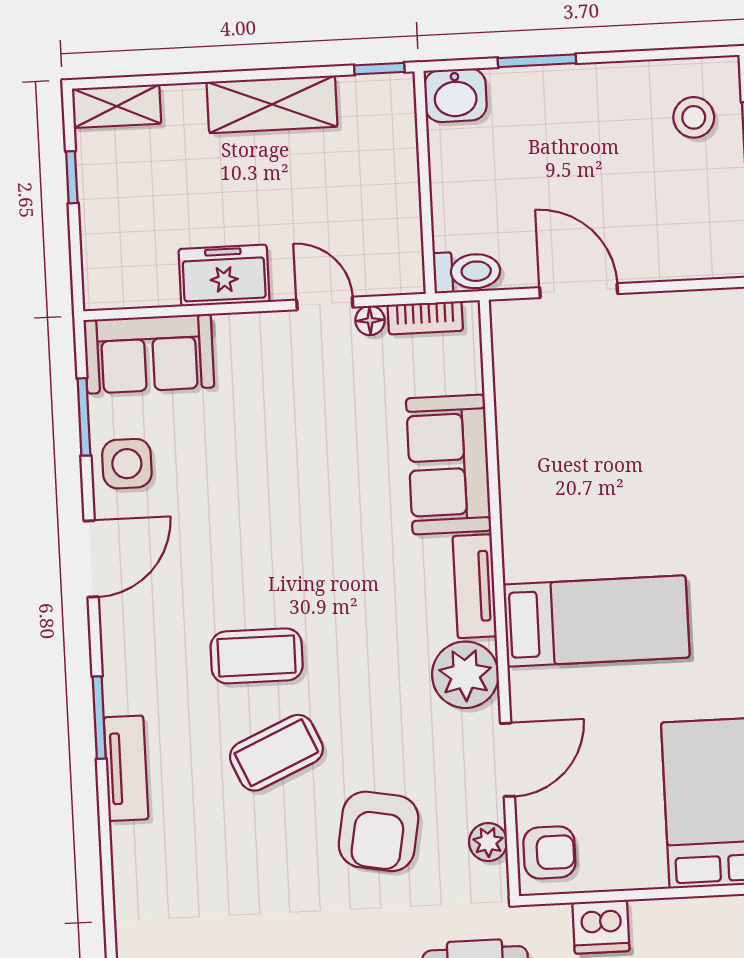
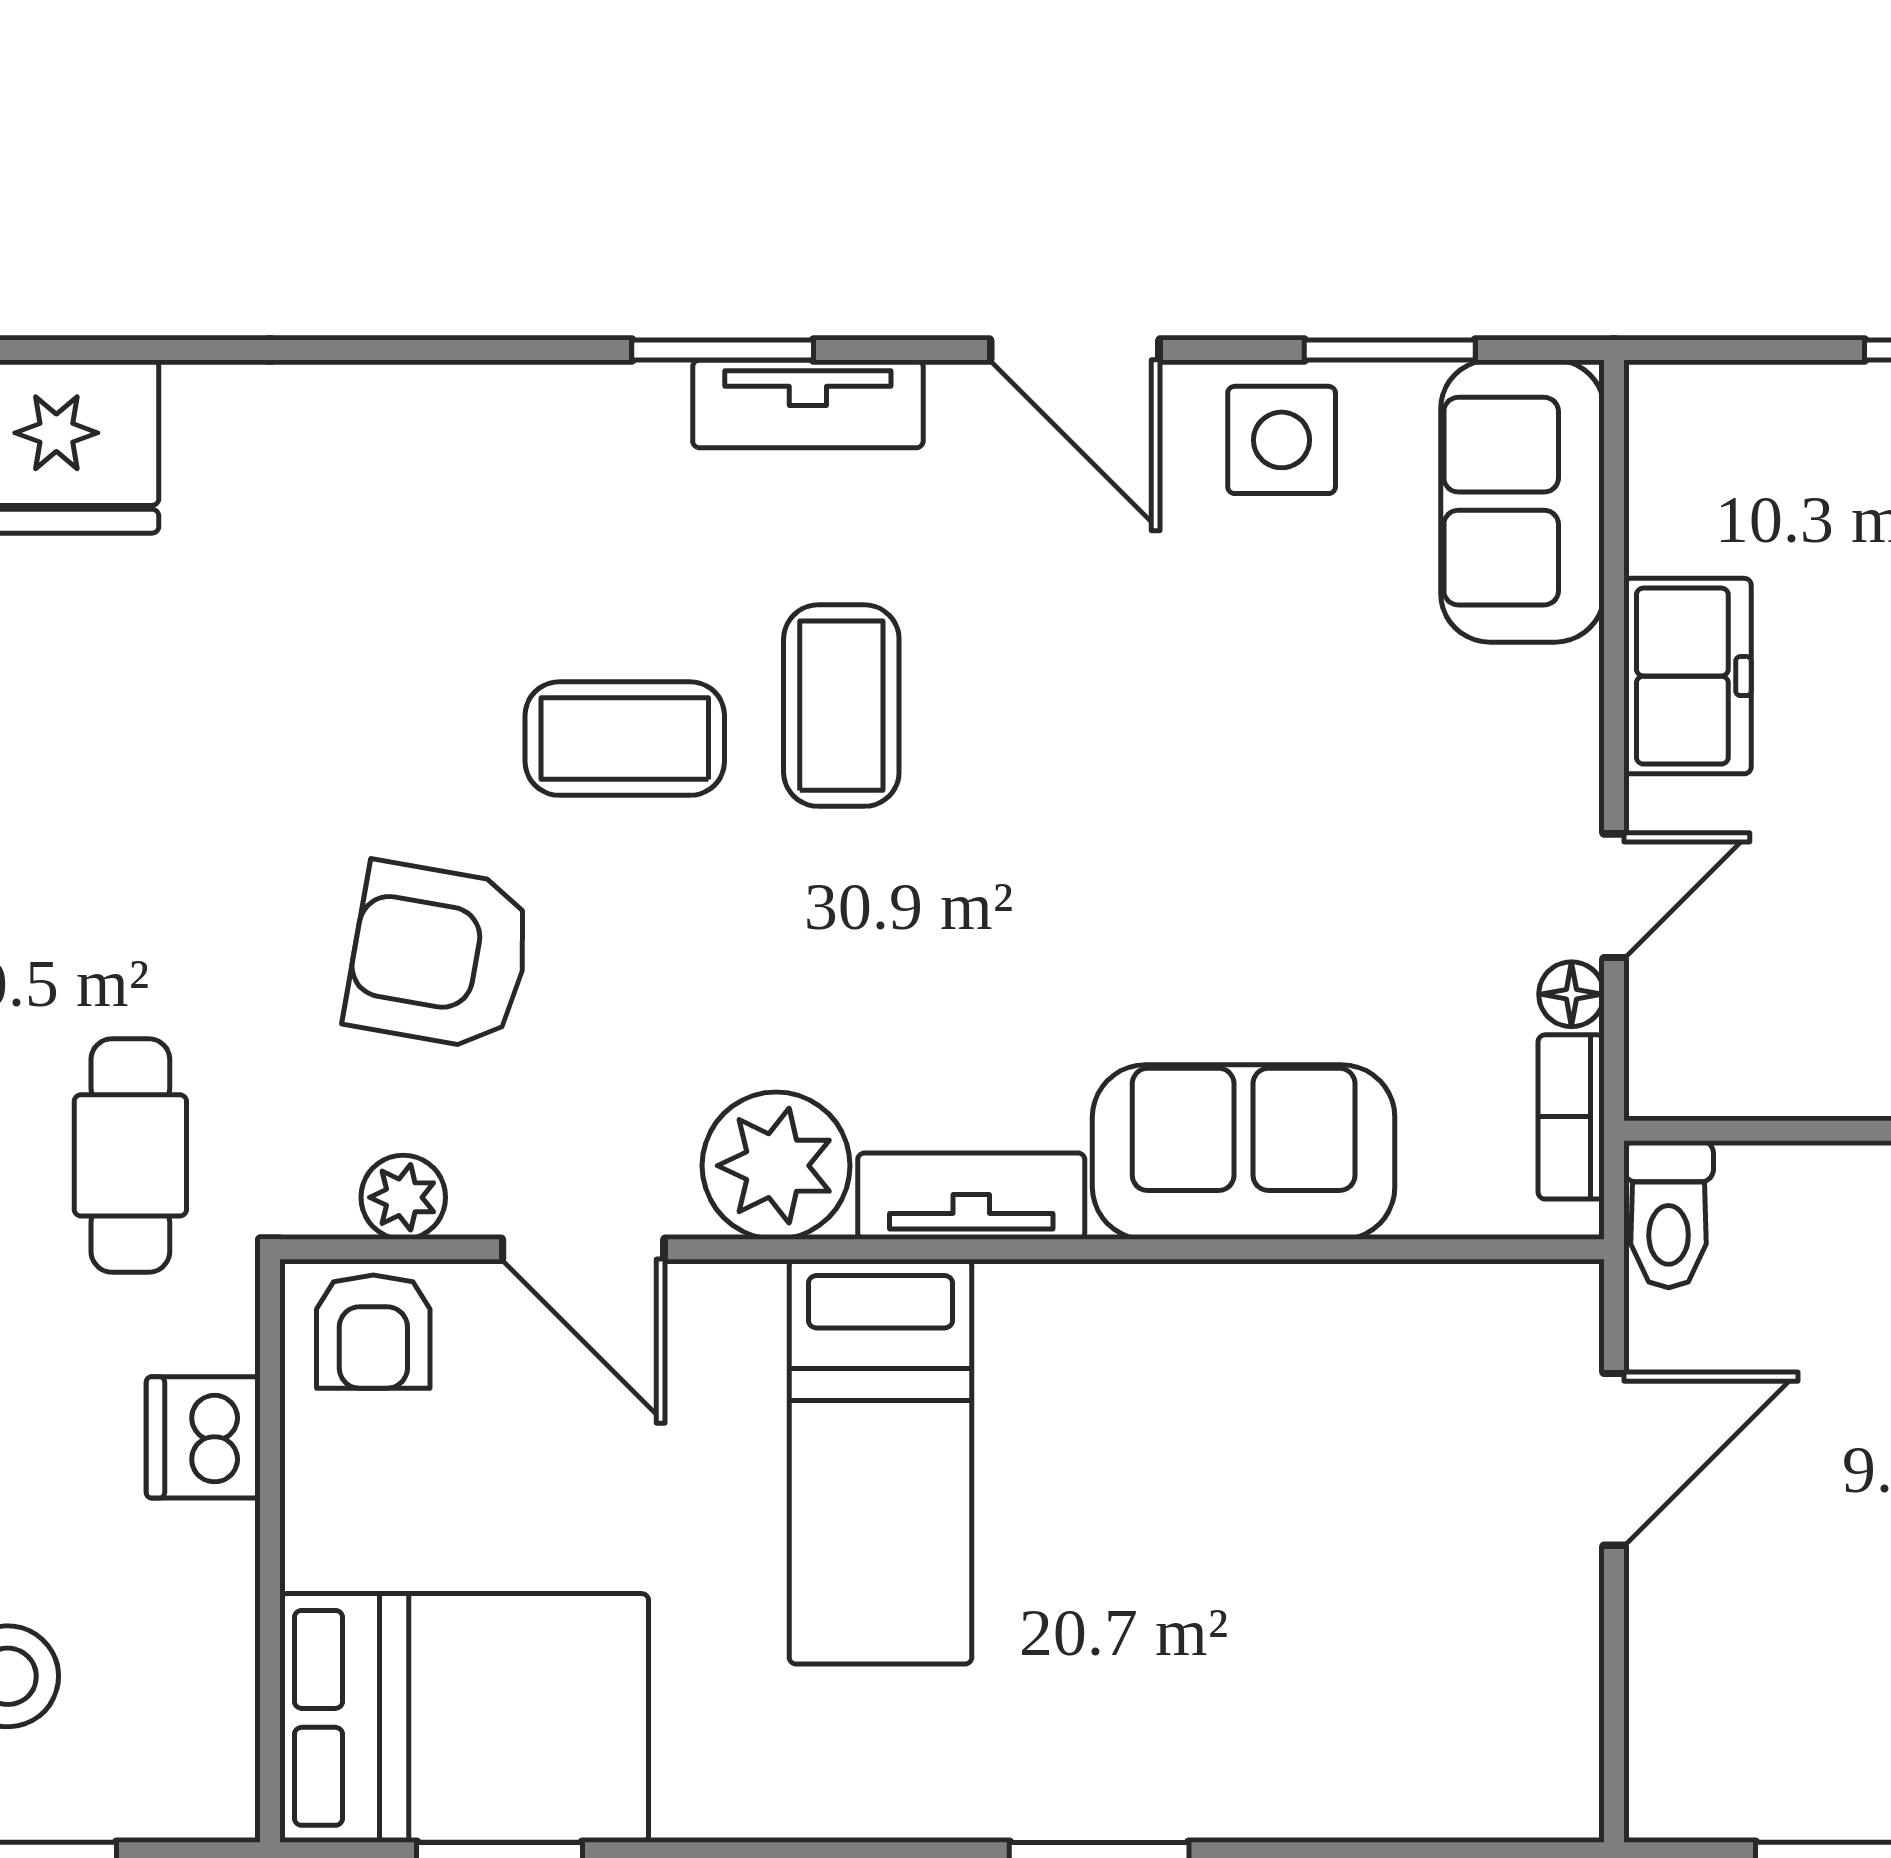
coffee table: (276, 753) -> (625, 739), turned -66
tv unit: (126, 768) -> (808, 404), moved

